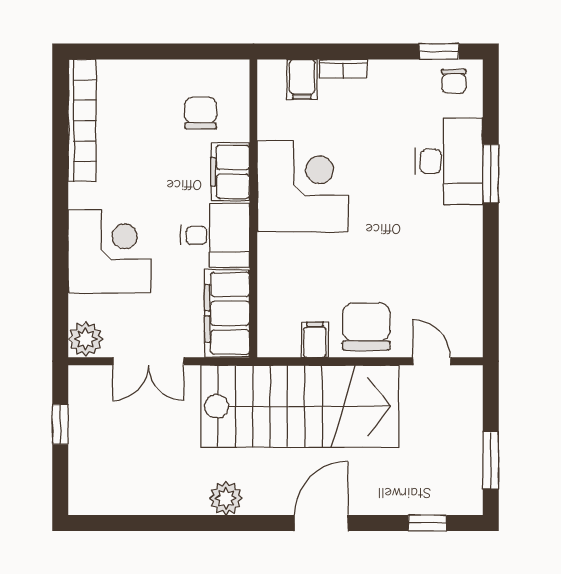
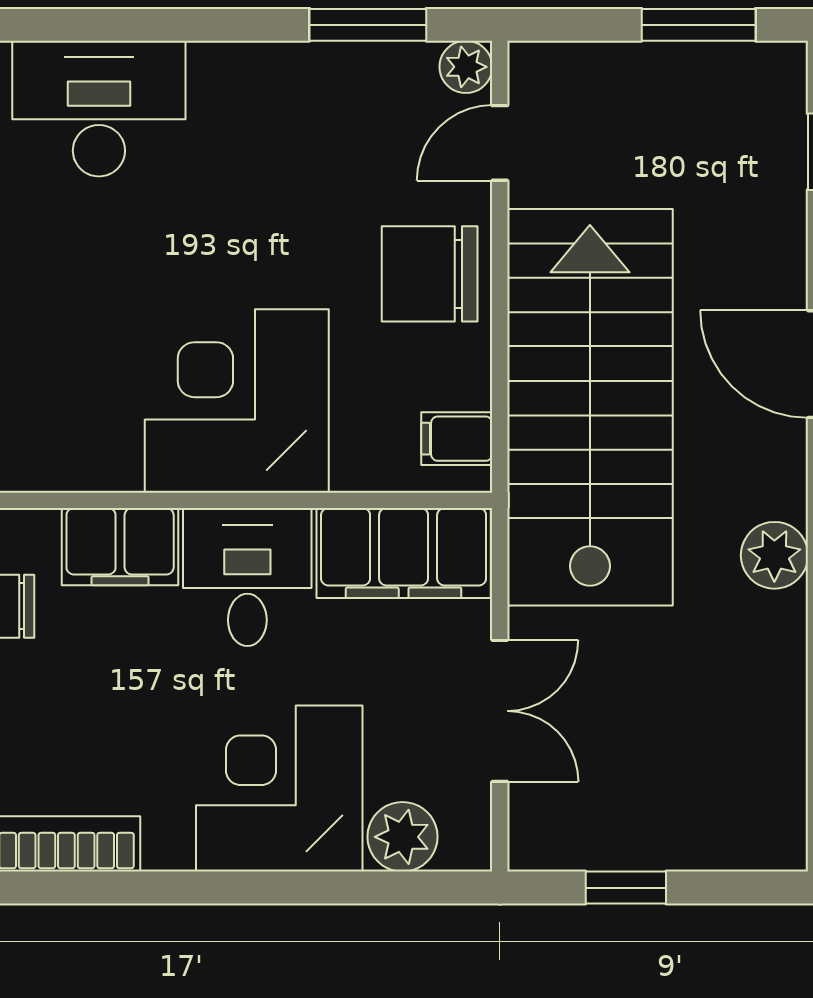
window: (491, 174) -> (368, 25), moved
corner desk: (303, 186) -> (237, 401), moved
plant: (86, 339) -> (402, 837), moved
filing cabinet: (315, 340) -> (457, 439), moved
plant: (470, 344) -> (466, 67), added

